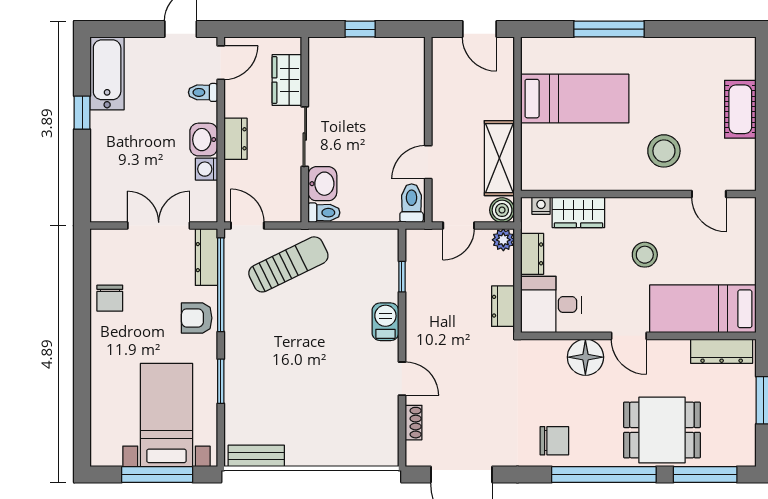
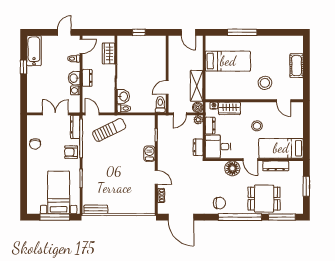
dresser: (722, 351) -> (276, 166), moved

